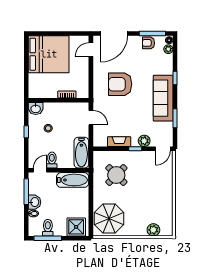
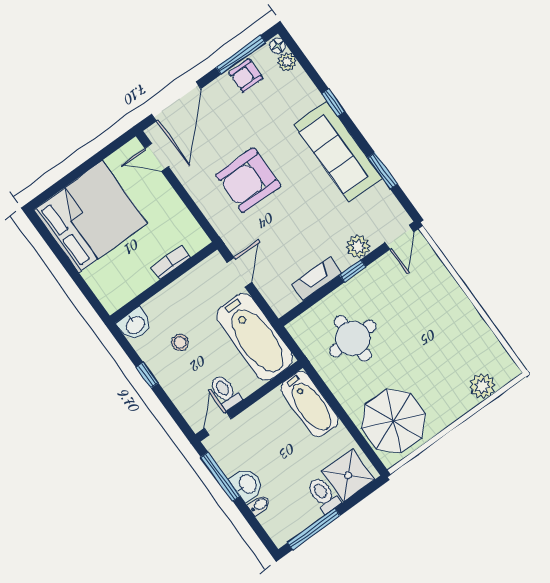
door: (91, 50) -> (156, 157), hinge flipped
door: (91, 118) -> (239, 272), hinge flipped
bathtub: (81, 153) -> (255, 337), width x1.36, depth x1.36
round table: (116, 175) -> (353, 338), turned 45
bathtub: (73, 180) -> (310, 404), moved, turned 90
toilet: (48, 228) -> (323, 495), moved

